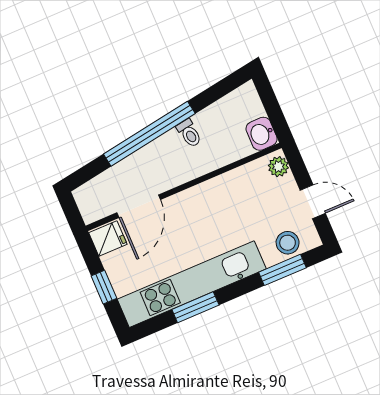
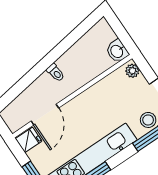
toilet: (189, 133) -> (56, 73), moved
window: (149, 134) -> (43, 65), removed

